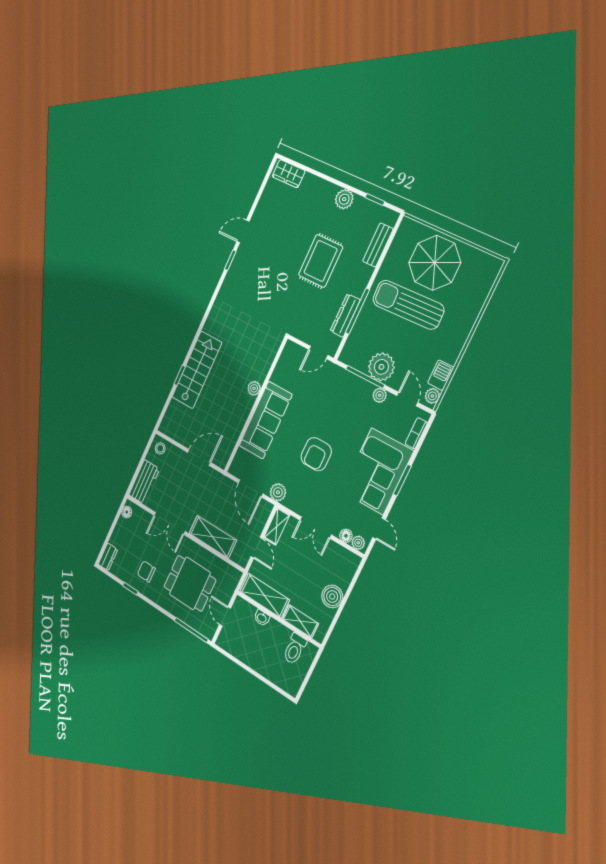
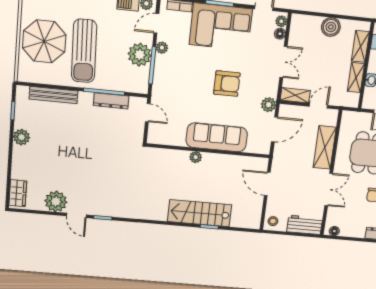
plant: (265, 214) -> (56, 201), added
bench: (378, 245) -> (53, 95), width x1.36
rug: (321, 261) -> (76, 139), removed
shelving: (265, 596) -> (356, 77), width x0.67, depth x0.75

